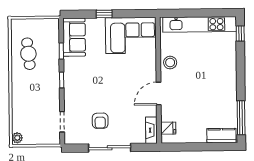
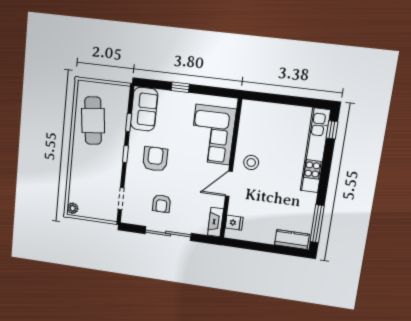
kitchen unit: (200, 24) -> (315, 150), moved, turned 90
corner sofa: (131, 35) -> (213, 135), moved, turned 90
cafe table: (28, 54) -> (93, 121), width x1.37, depth x1.35
stool: (170, 63) -> (251, 163), moved
armchair: (89, 81) -> (155, 159), added

